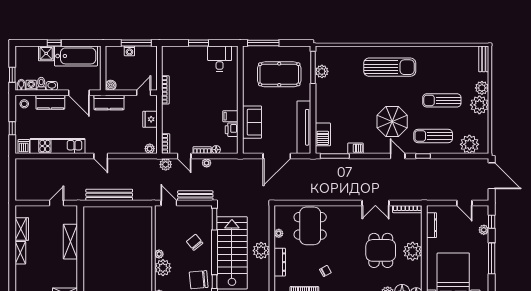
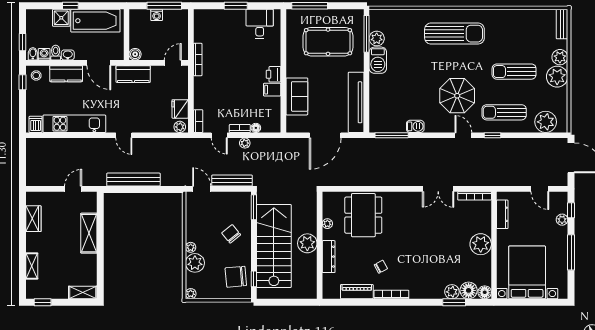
fridge: (150, 119) -> (180, 109), moved
window: (12, 128) -> (23, 82), moved
printer: (232, 130) -> (274, 74), moved
barbecue: (323, 134) -> (378, 60), moved
plant: (166, 164) -> (198, 145), removed
dining table: (381, 250) -> (444, 243), removed
shelving: (20, 253) -> (32, 266), moved

